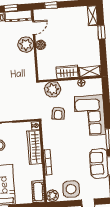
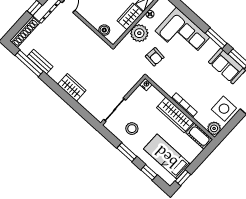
plant: (26, 45) -> (75, 26), removed
boiler: (41, 45) -> (104, 30), moved
plant: (53, 89) -> (139, 33), moved
wardrobe: (35, 147) -> (175, 115), moved

